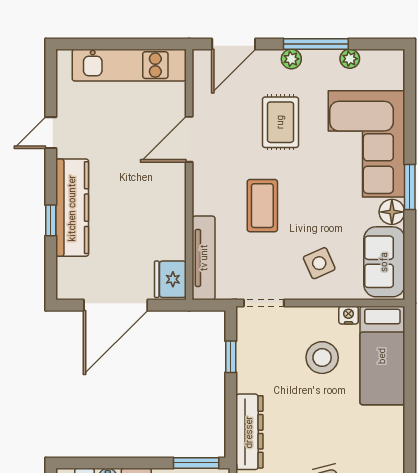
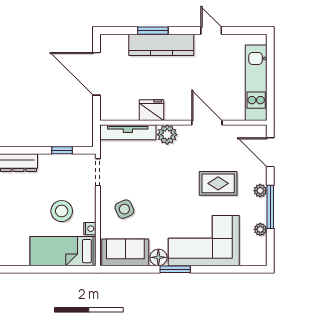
plant: (207, 199) -> (167, 135), added
coffee table: (262, 206) -> (163, 171), removed
window: (51, 220) -> (153, 31), width x1.50
fridge: (170, 279) -> (151, 110), moved

